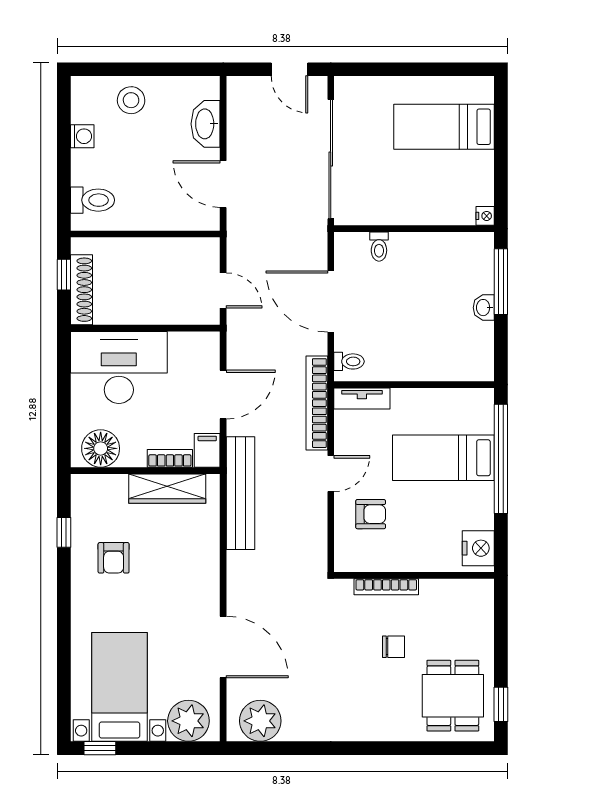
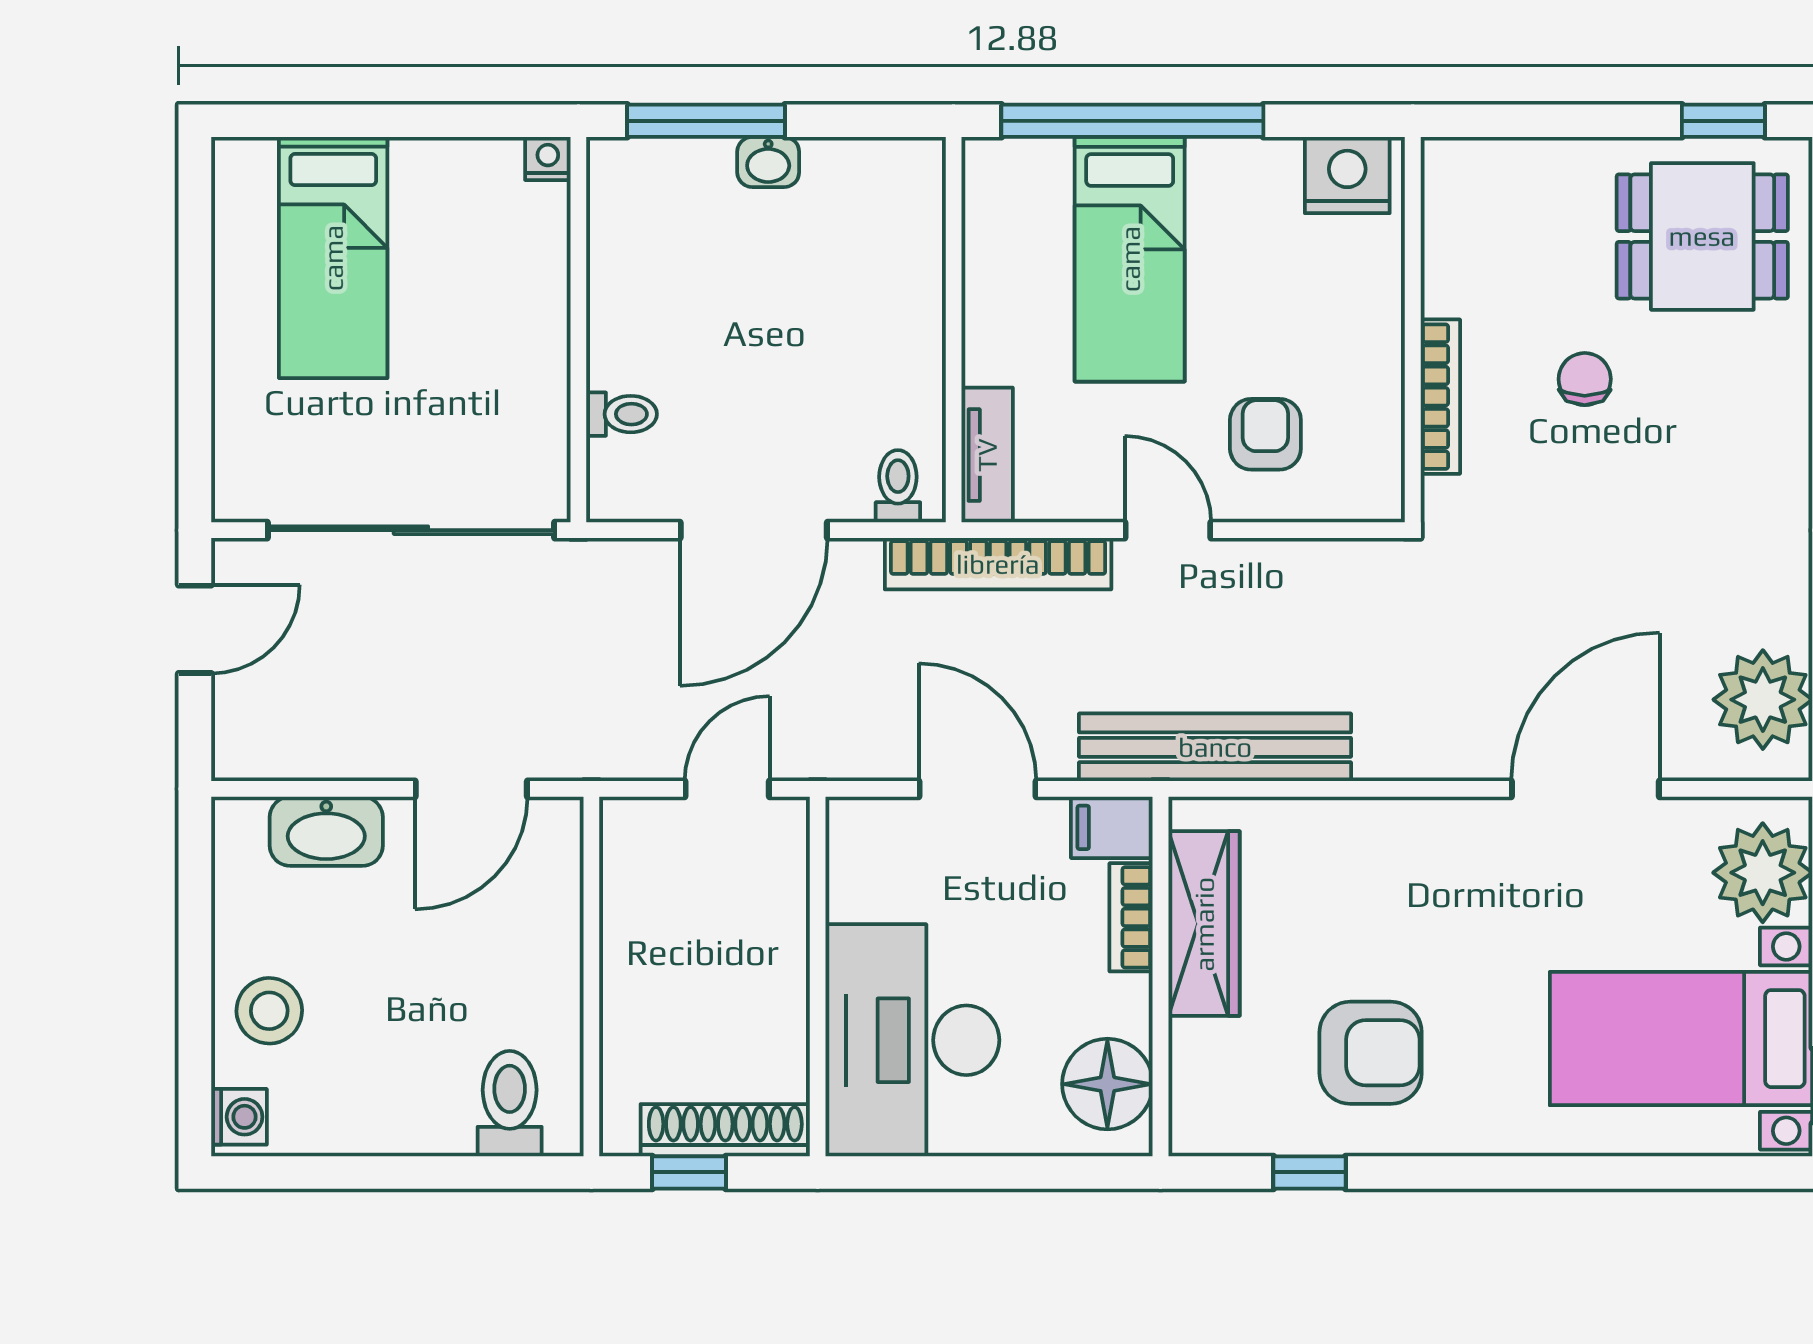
washing machine: (82, 136) -> (239, 1117), moved, turned 90
armchair: (114, 558) -> (1371, 1053), width x1.38, depth x1.38

